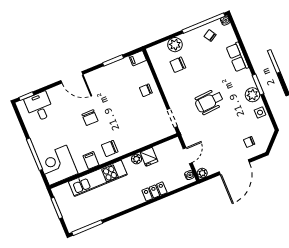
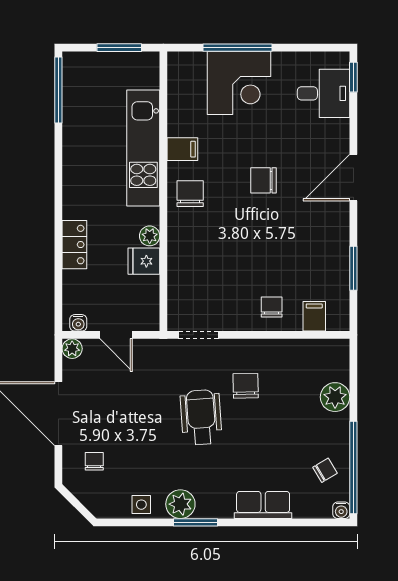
filing cabinet: (138, 58) -> (314, 316), moved
chair: (178, 65) -> (246, 386), moved
corner desk: (58, 165) -> (239, 83), moved, turned 90

